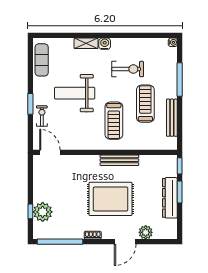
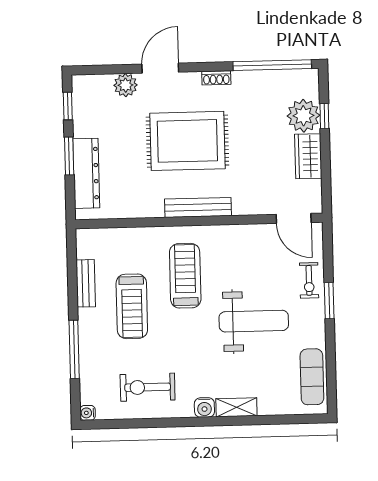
exercise bike: (128, 69) -> (148, 387), moved
bench: (172, 118) -> (86, 283), width x0.73
bench: (119, 160) -> (198, 207), moved
window: (180, 166) -> (68, 106), moved
wardrobe: (41, 188) -> (308, 156), added
dresser: (170, 198) -> (86, 173), moved

